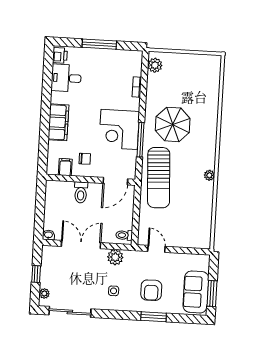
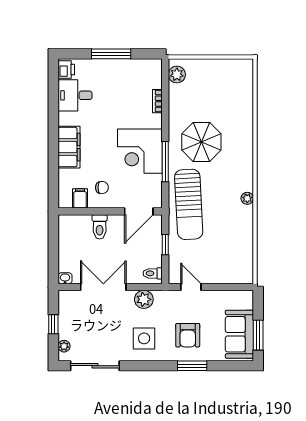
window: (136, 211) -> (165, 245), added
side table: (114, 291) -> (144, 338), width x1.87, depth x1.87

